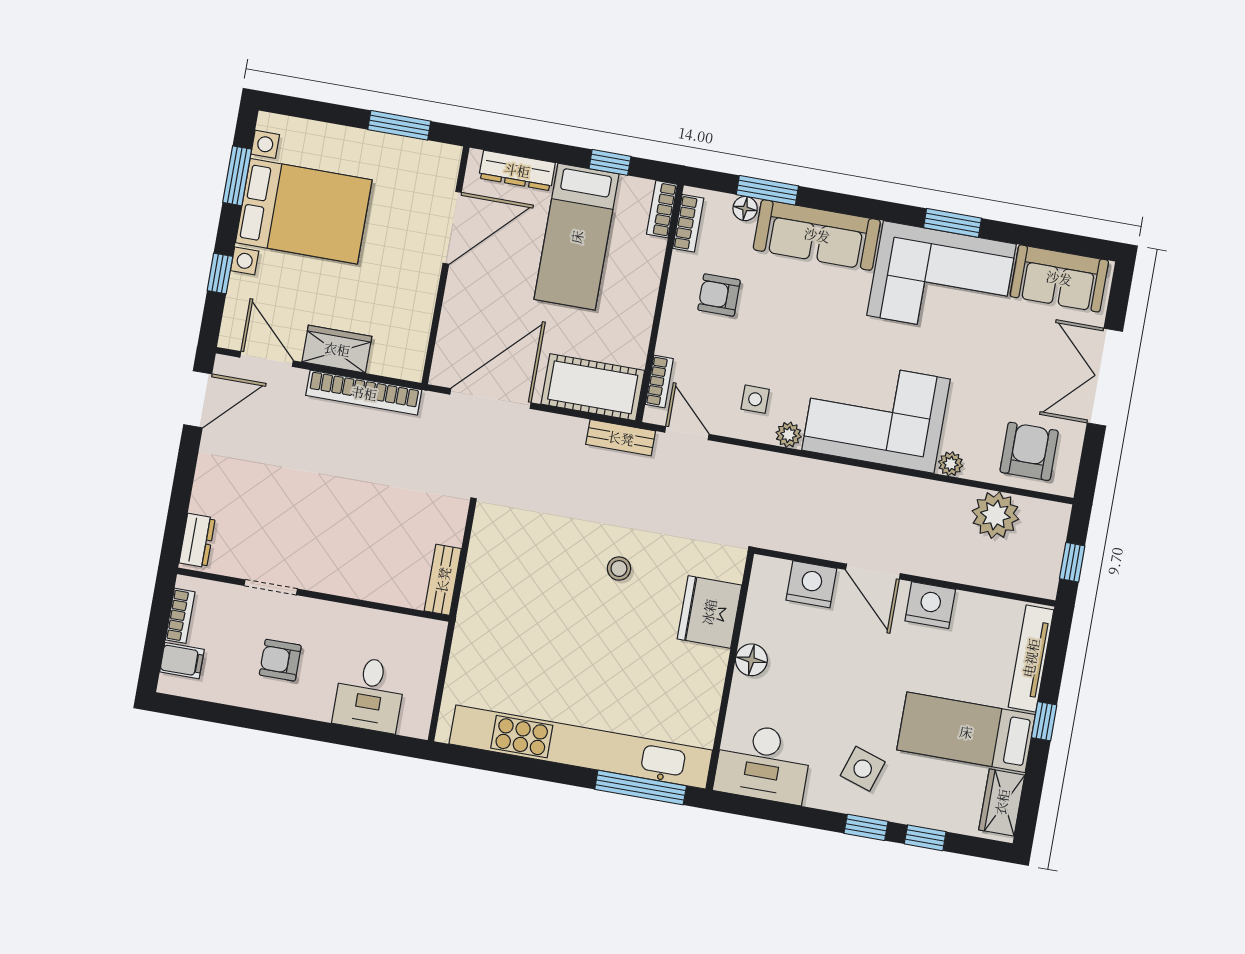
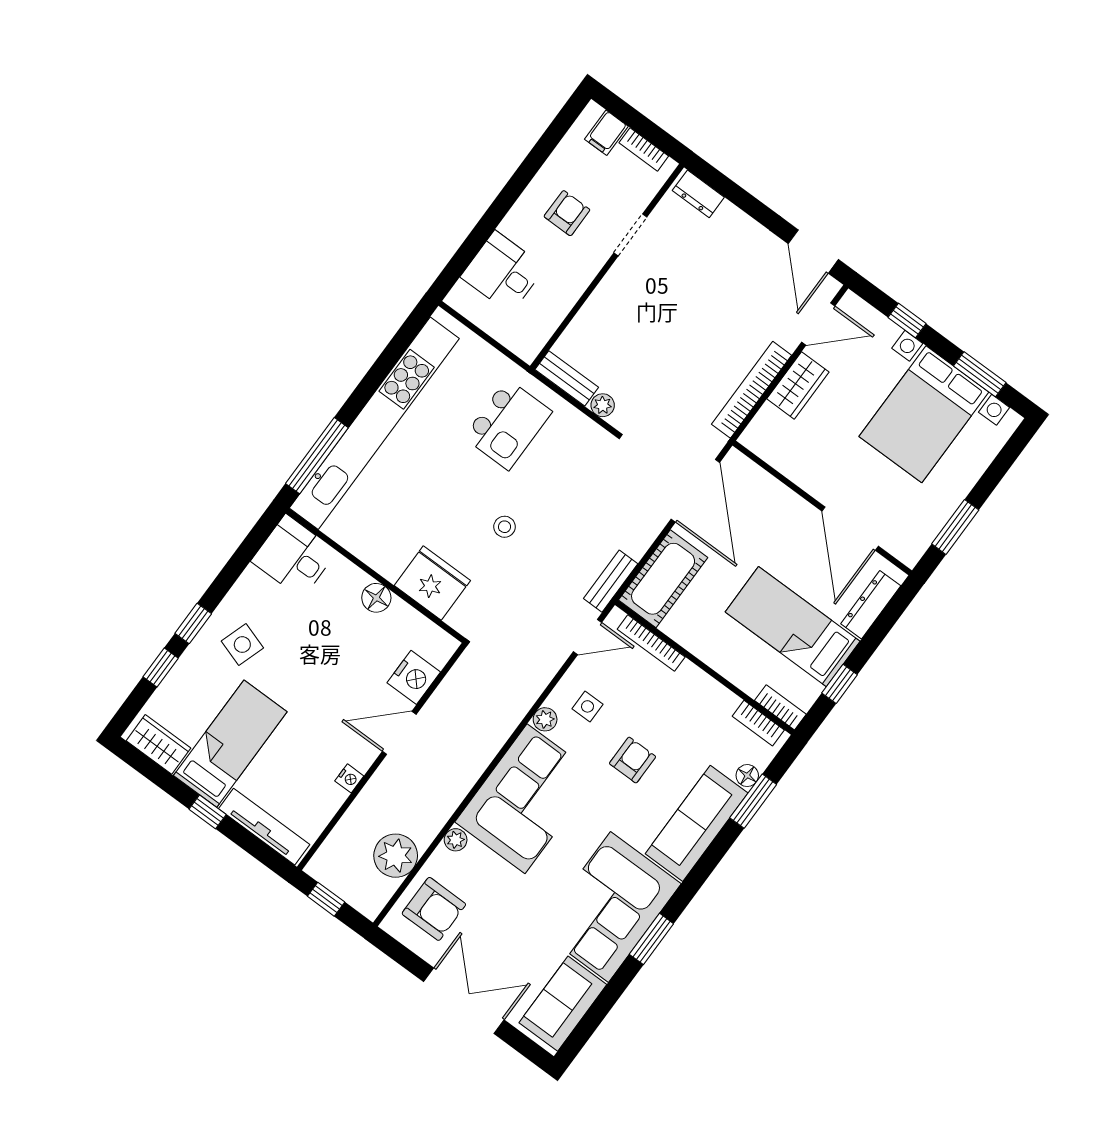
armchair: (719, 295) -> (633, 760), moved
bookcase: (659, 381) -> (651, 643), width x1.56
plant: (452, 531) -> (603, 405), added
nightstand: (930, 605) -> (349, 778), width x0.53, depth x0.56
kitchen island: (517, 615) -> (508, 424), added
desk: (763, 763) -> (294, 556), width x0.73

